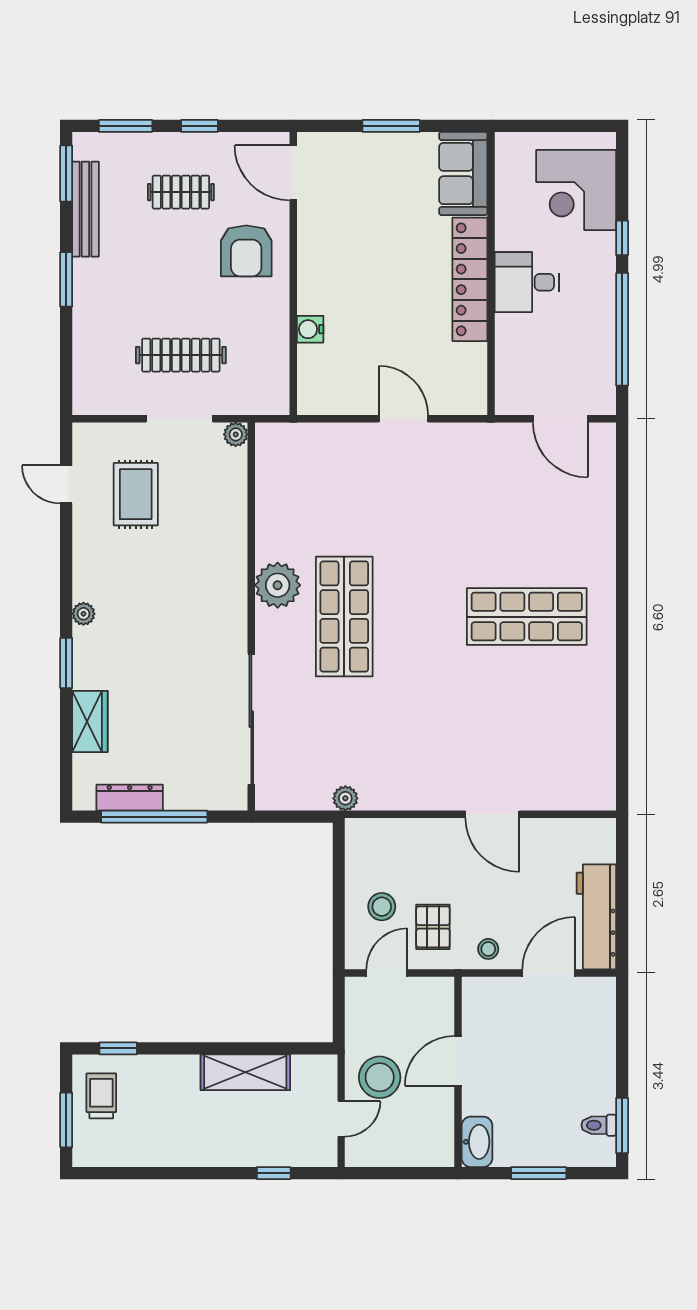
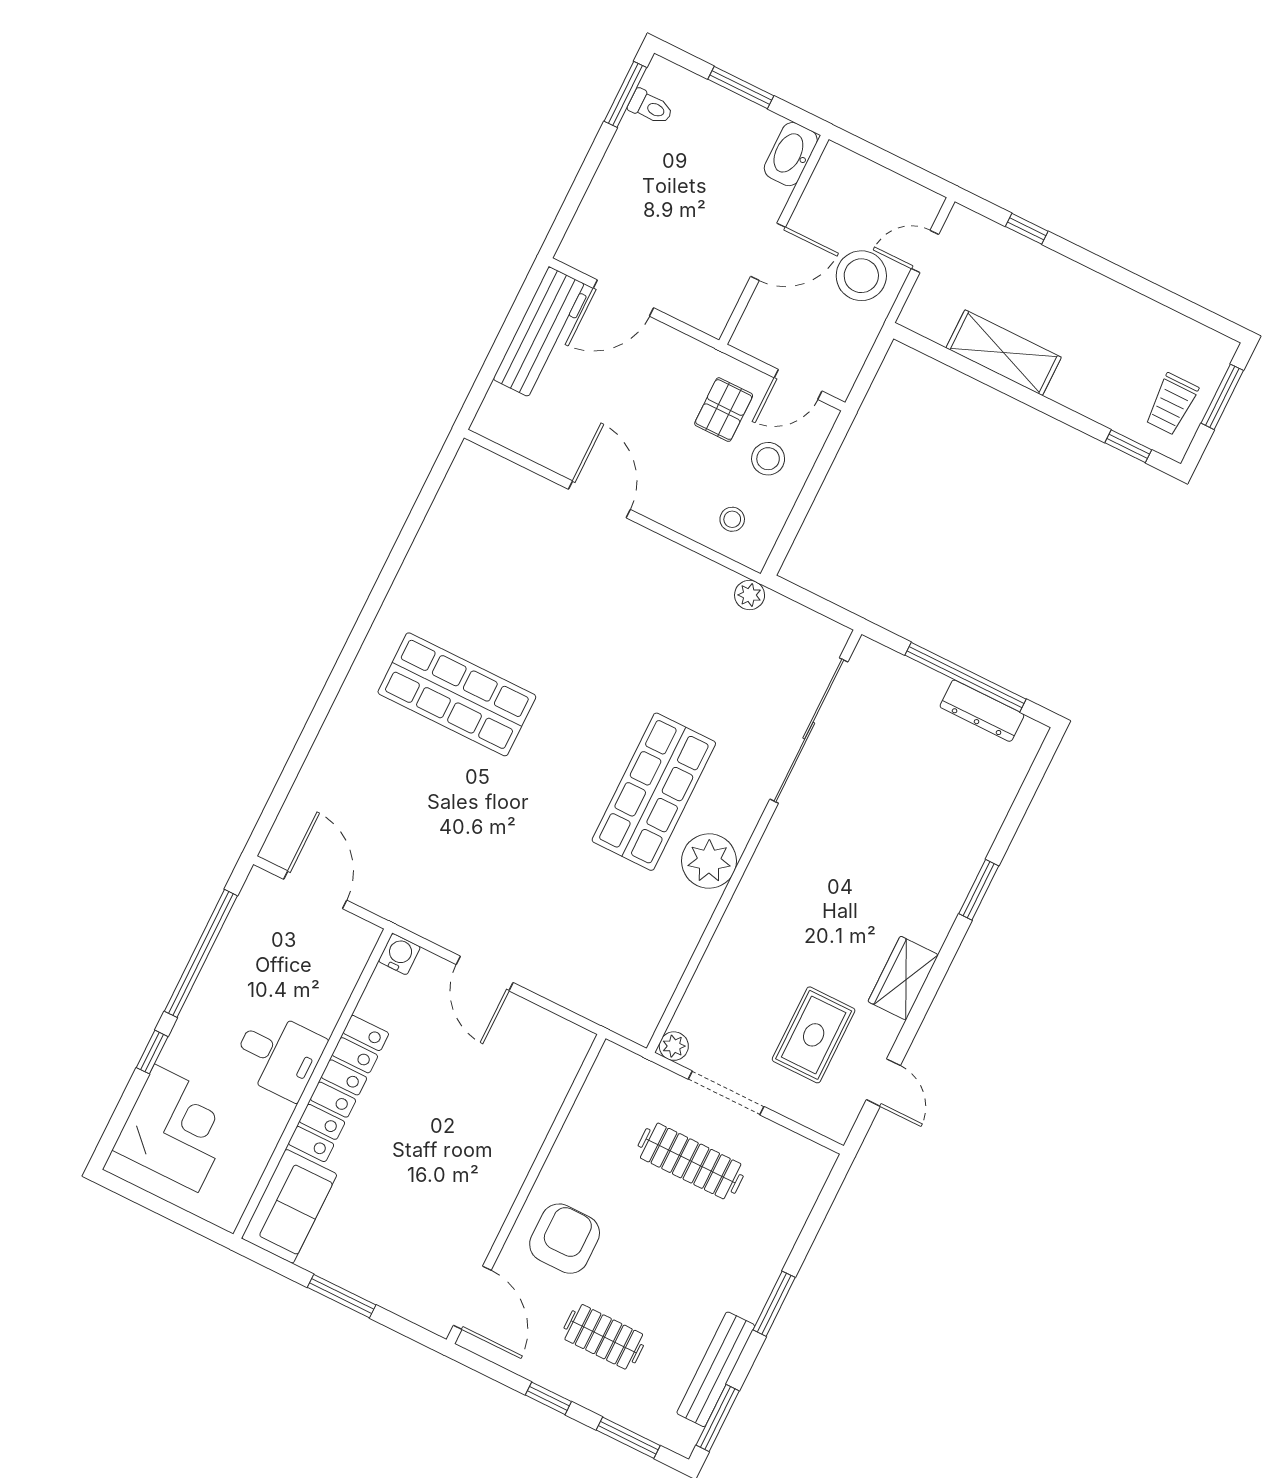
water cooler: (310, 329) -> (399, 954), moved, turned -90
plant: (83, 614) -> (934, 934), removed
wardrobe: (90, 721) -> (903, 978), moved
stool: (488, 949) -> (732, 519), moved

